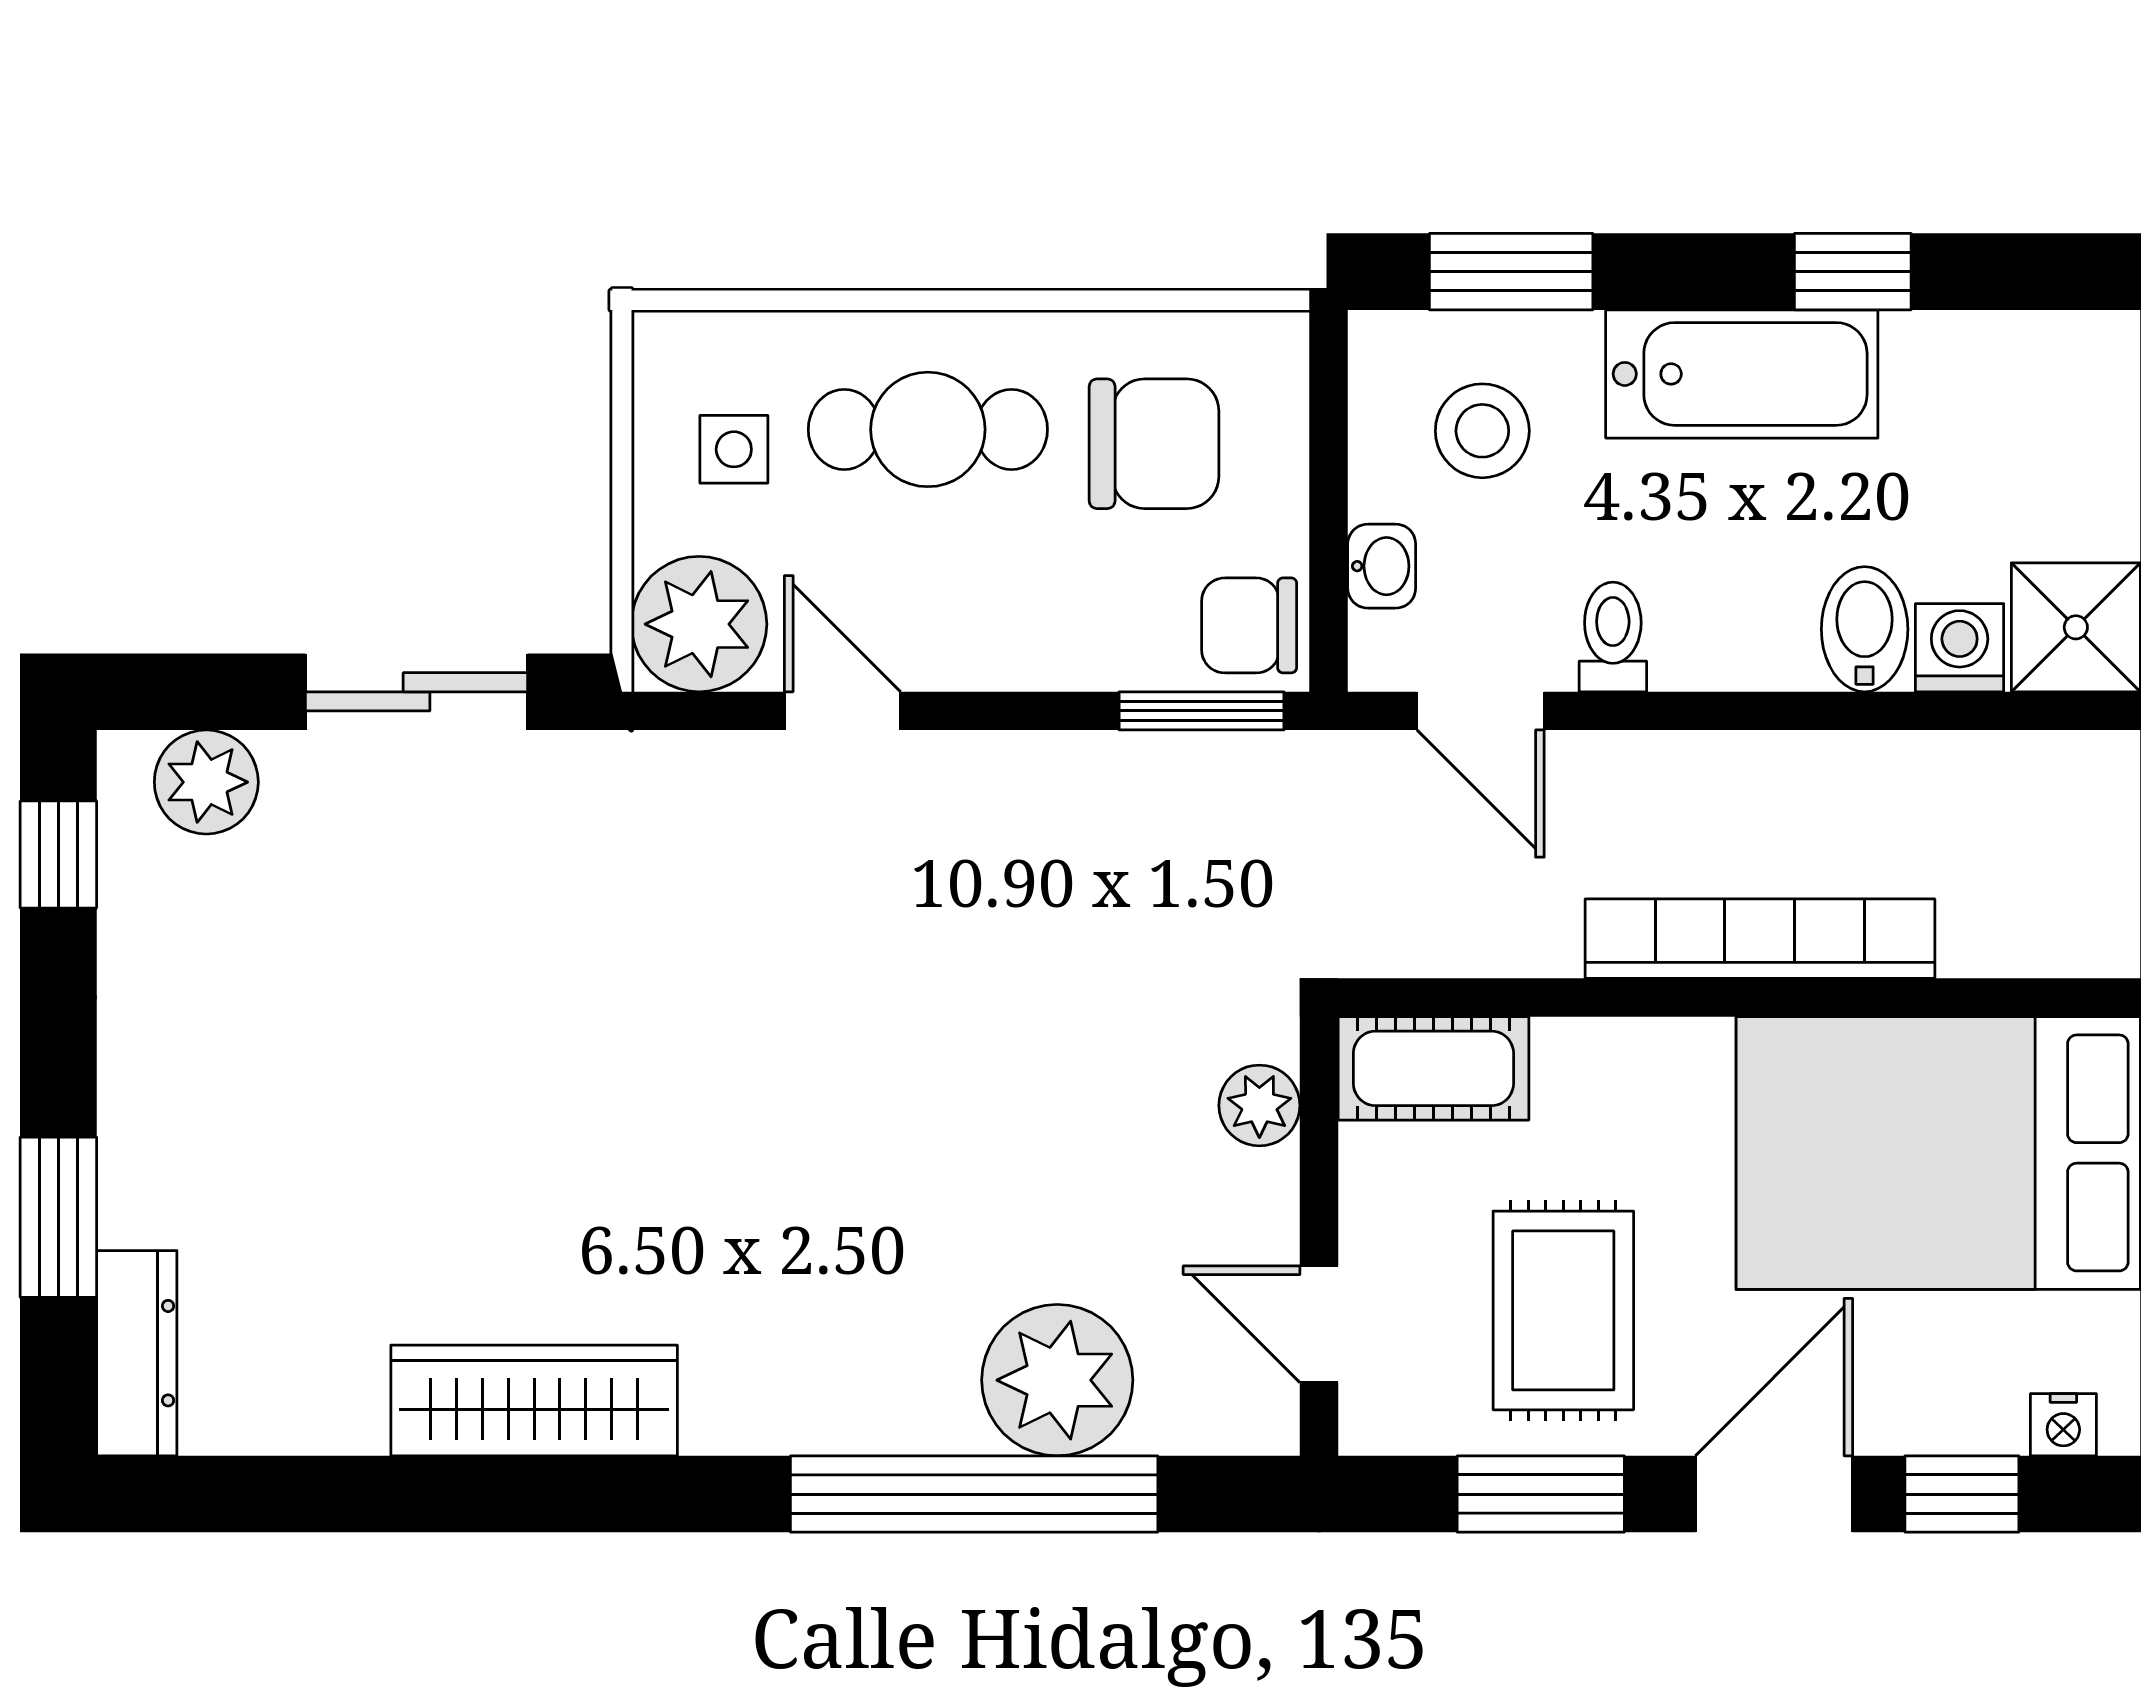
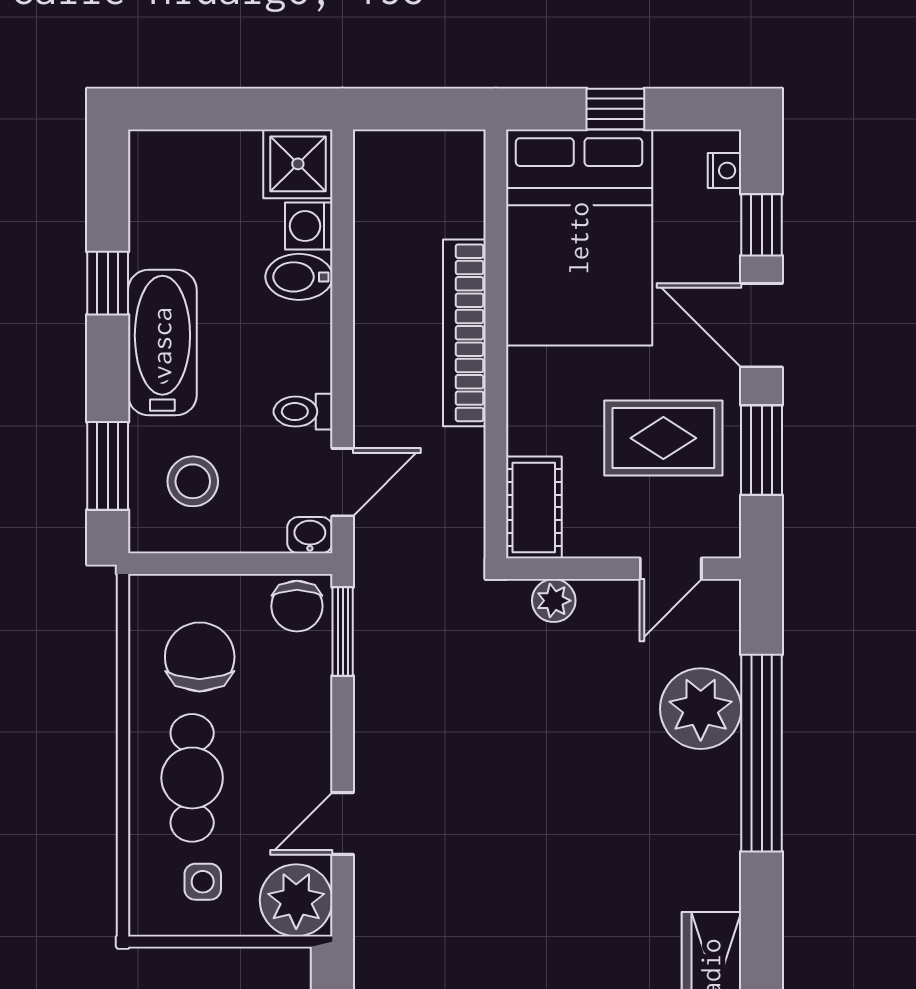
washbasin: (1382, 566) -> (310, 535), moved

